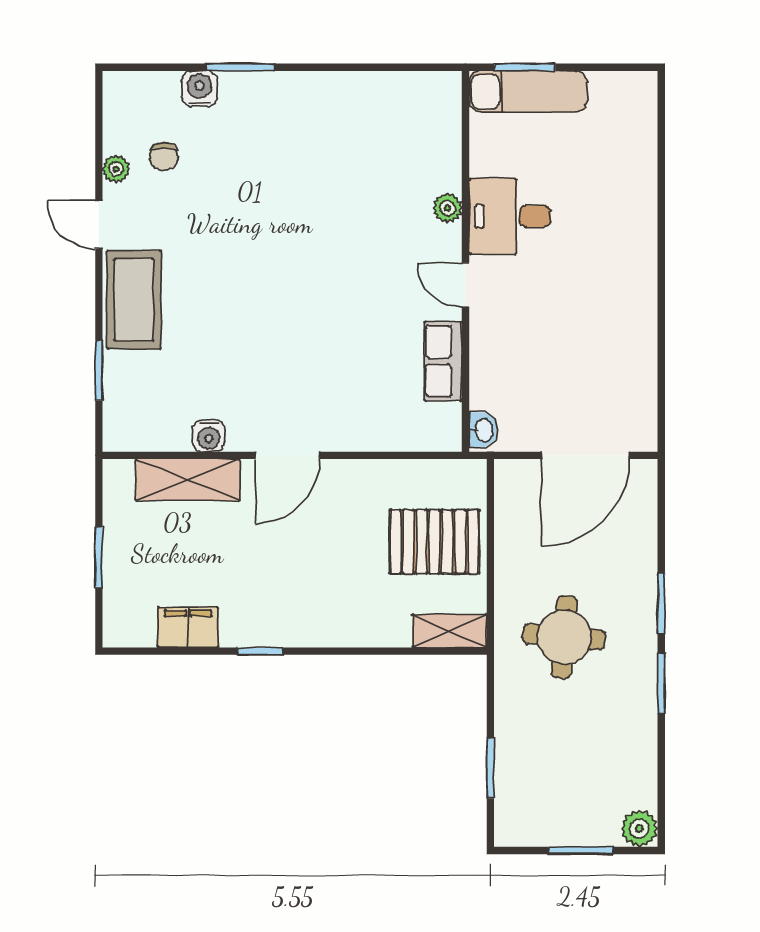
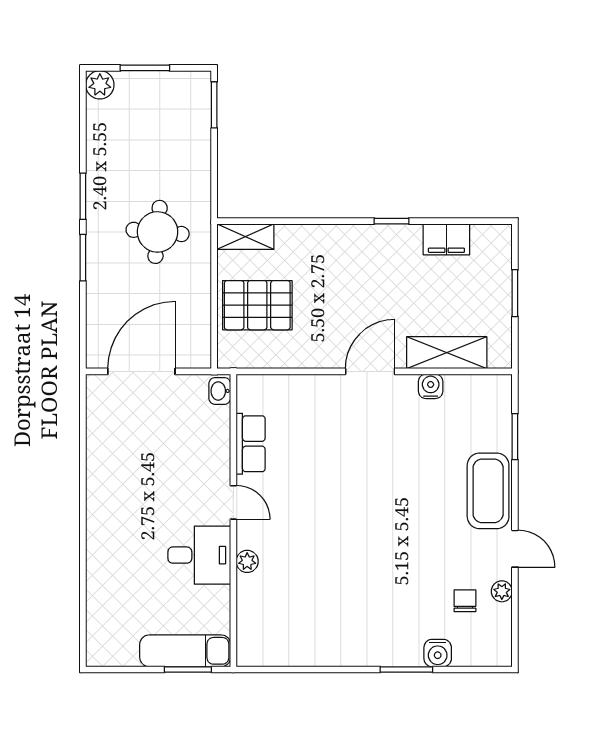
window: (490, 768) -> (214, 105), moved

